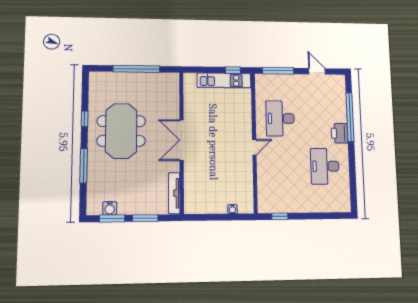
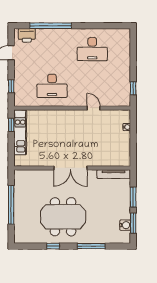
window: (278, 71) -> (11, 86), width x0.46
printer: (340, 133) -> (27, 35), moved
door: (254, 147) -> (94, 108), moved

